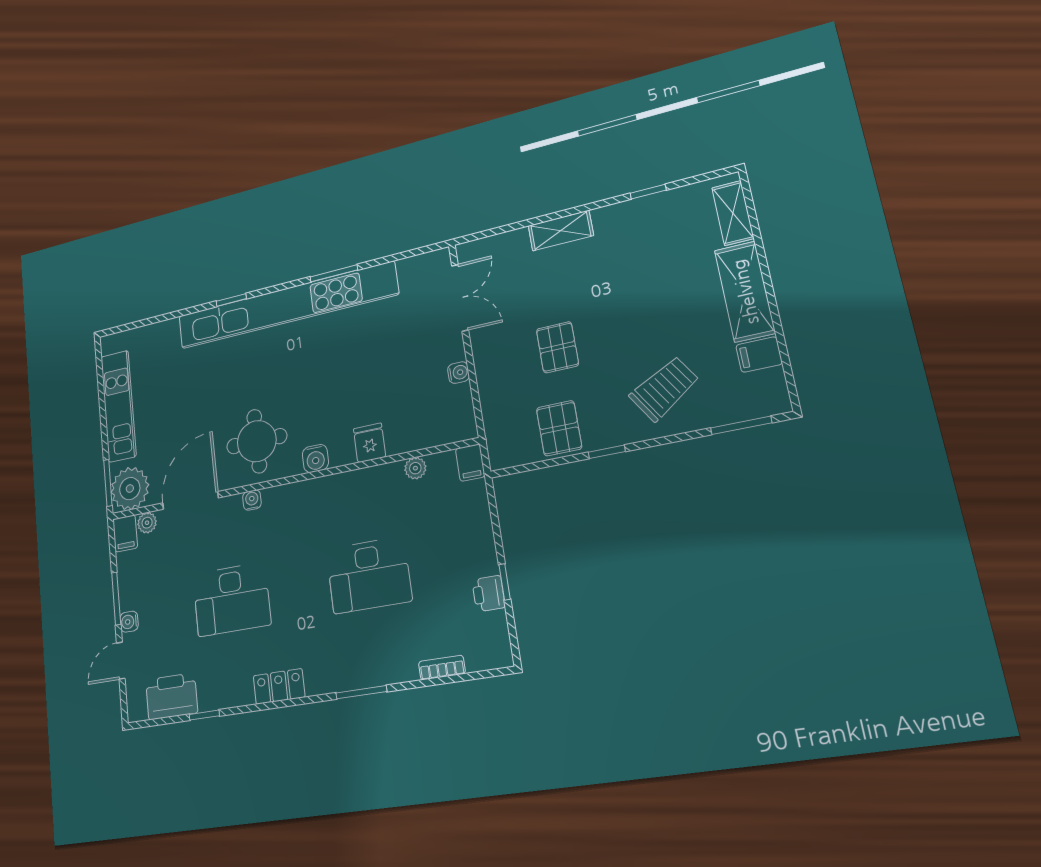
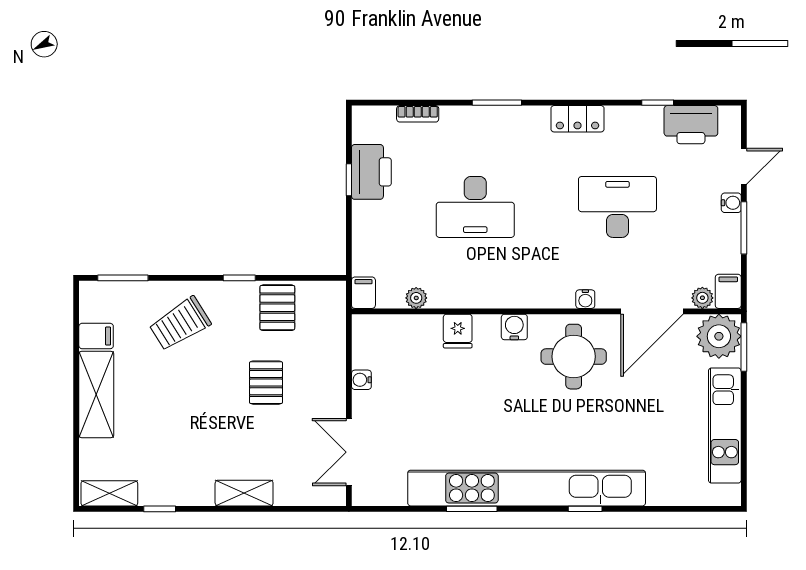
shelving: (733, 213) -> (109, 493), moved, turned 90
desk: (369, 575) -> (475, 207), turned 180
printer: (489, 594) -> (371, 172), width x1.87, depth x1.48

